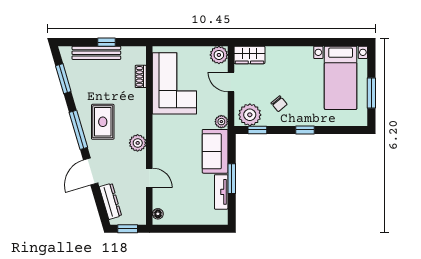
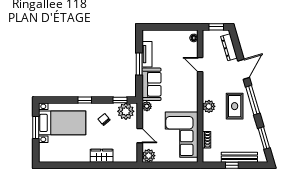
wardrobe: (249, 55) -> (102, 156), moved
bed with nightstands: (341, 78) -> (62, 123), moved, turned 90
plant: (138, 143) -> (209, 106), moved

